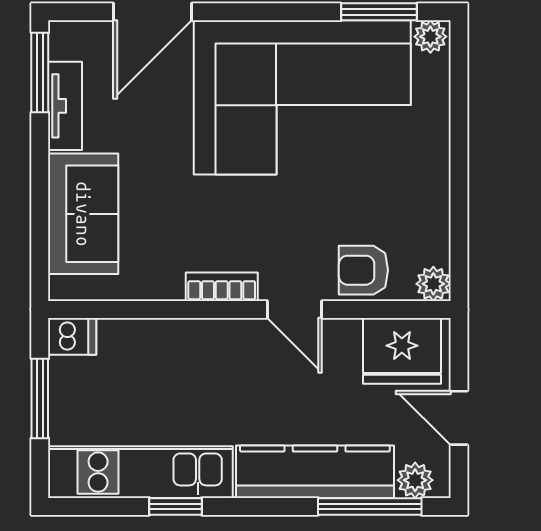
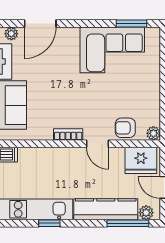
plant: (430, 37) -> (11, 34), moved
corner sofa: (302, 97) -> (112, 50), width x0.73, depth x0.74

